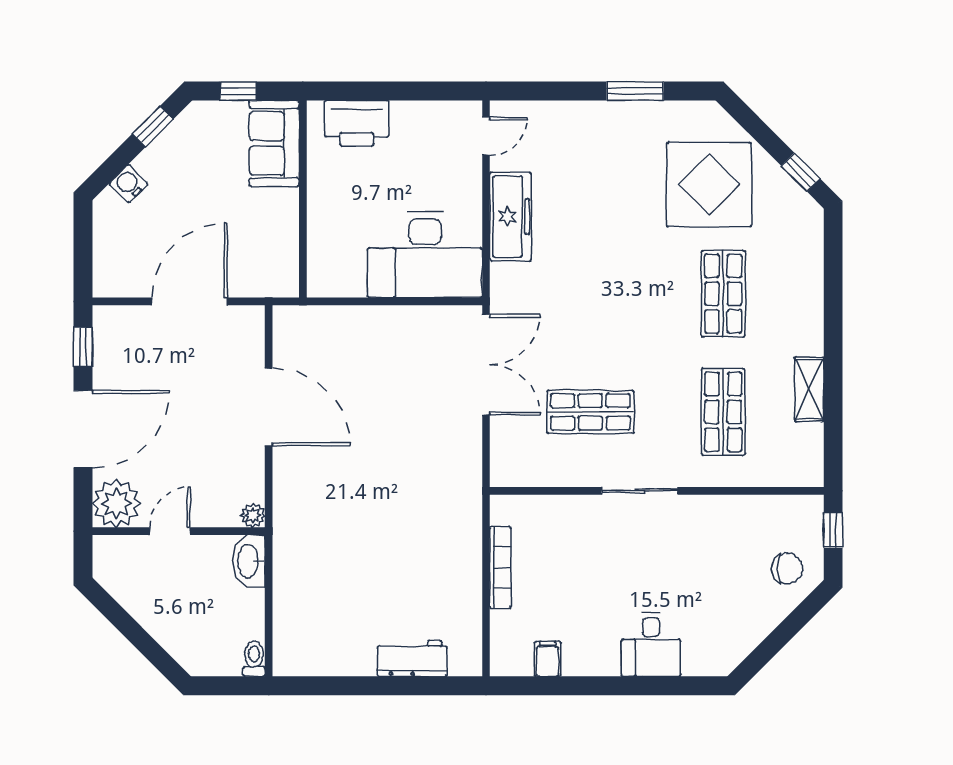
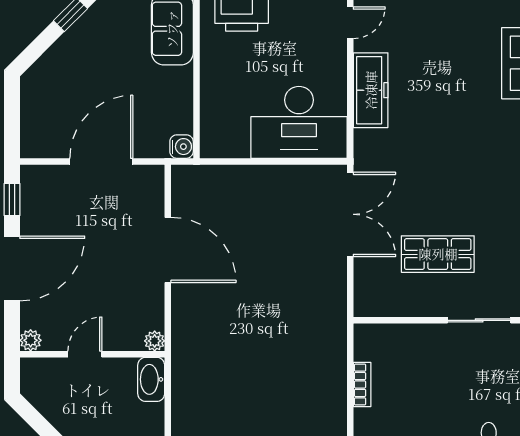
water cooler: (129, 184) -> (182, 147), moved, turned 135
plant: (116, 503) -> (31, 340), width x0.53, depth x0.53
bookcase: (500, 567) -> (362, 384), width x0.64

